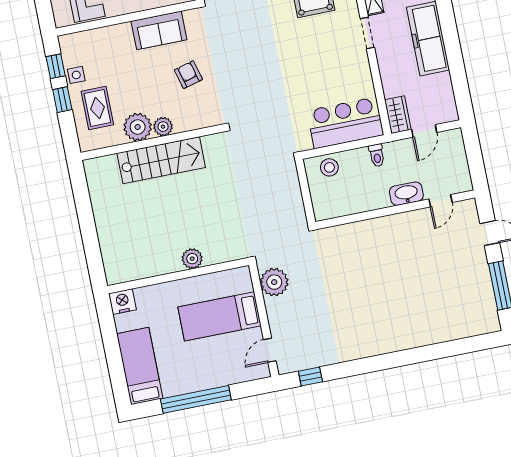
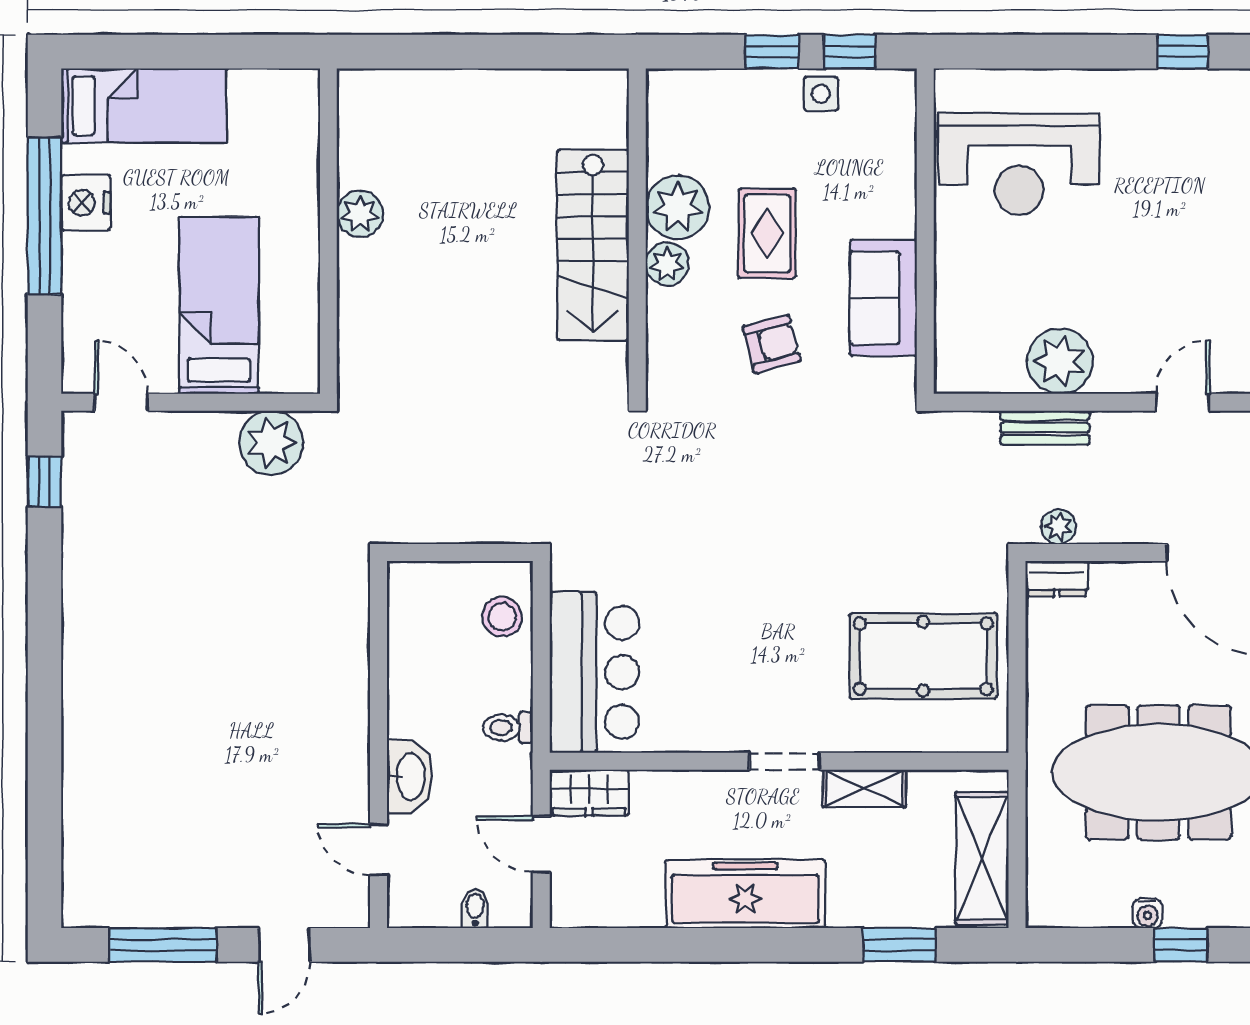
rug: (97, 108) -> (767, 234), moved, turned 90
bidet: (458, 154) -> (475, 909), added
plant: (192, 259) -> (360, 214), moved
nightstand: (122, 302) -> (86, 203), moved, turned 180

